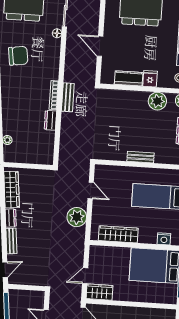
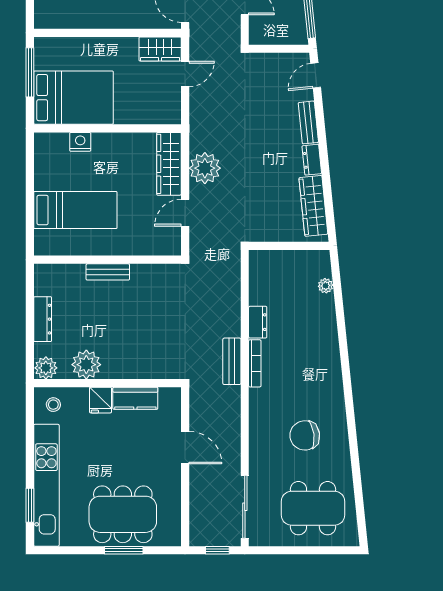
floor lamp: (57, 33) -> (256, 464), removed
chair: (18, 56) -> (305, 435), moved
door: (91, 190) -> (185, 213), hinge flipped
wardrobe: (118, 234) -> (169, 164), moved, turned 90
nightstand: (164, 239) -> (80, 142), moved

